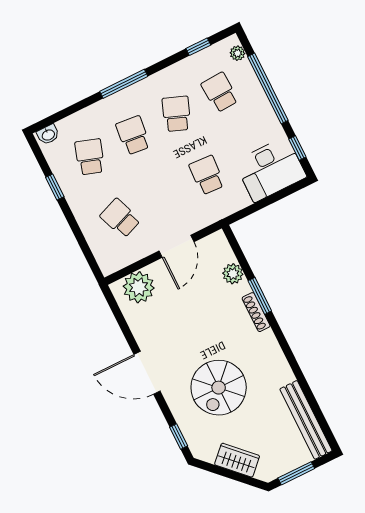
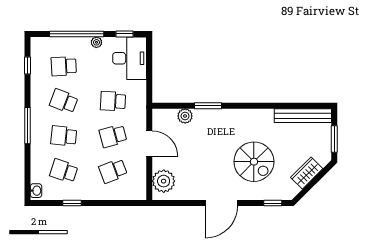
plant: (237, 53) -> (96, 42), moved
school desk: (164, 197) -> (113, 136), added
shoe rack: (256, 312) -> (217, 113), removed

